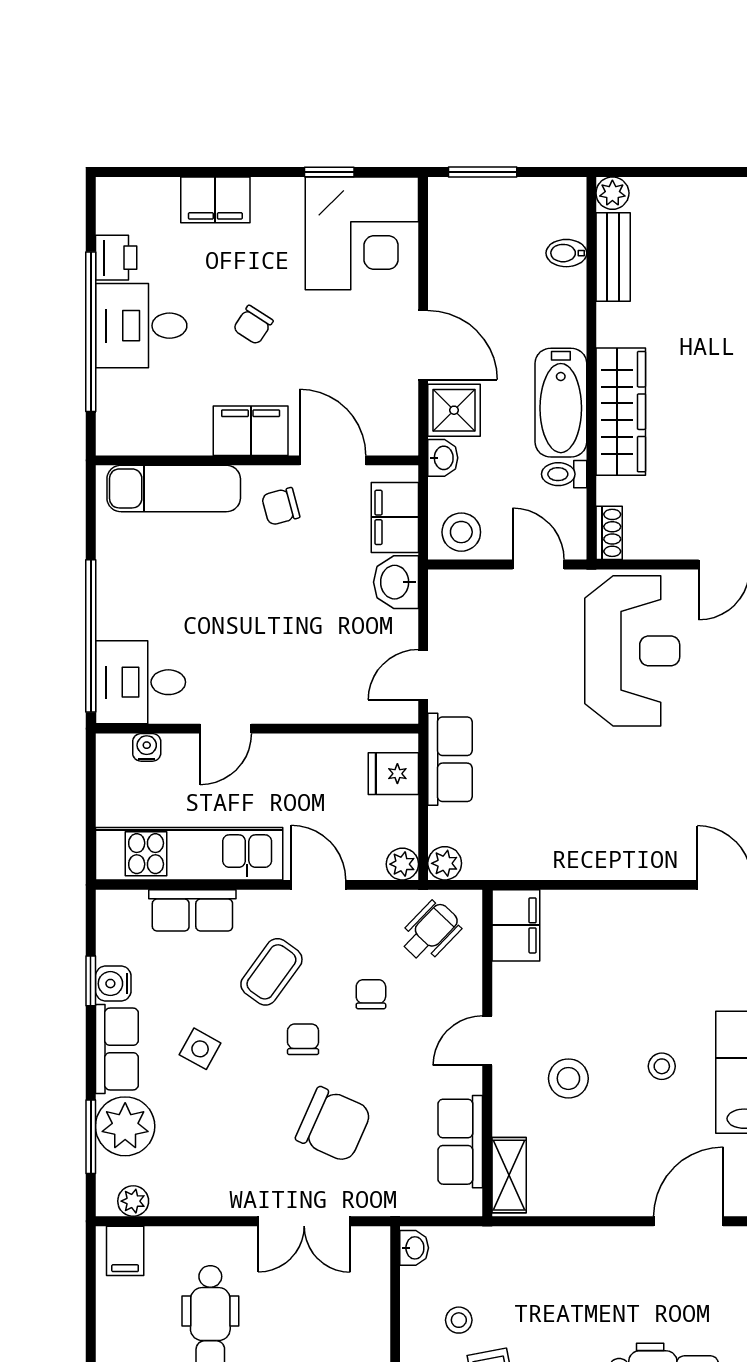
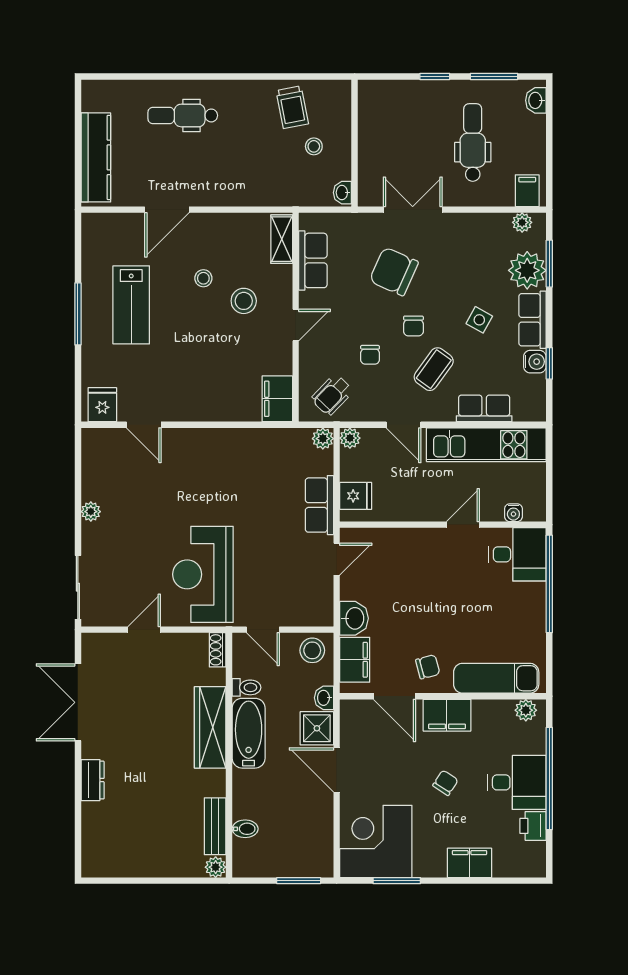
window: (329, 172) -> (397, 881), width x1.50
plant: (127, 439) -> (526, 710), added
stool: (662, 1066) -> (203, 278), moved

